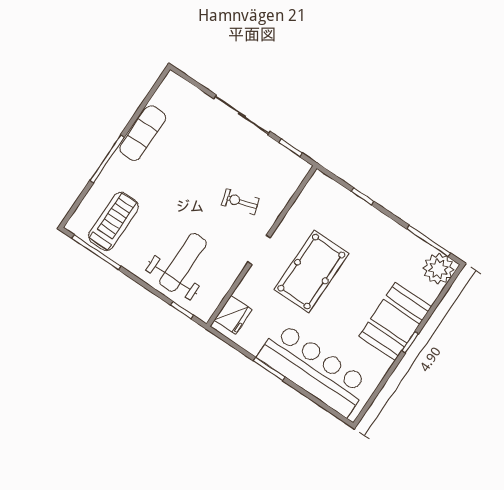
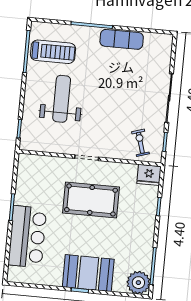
exercise bike: (240, 202) -> (140, 143), moved
weight bench: (183, 262) -> (62, 99), moved, turned -90
fridge: (233, 315) -> (149, 175), moved
bar counter: (314, 370) -> (27, 237), width x0.73

